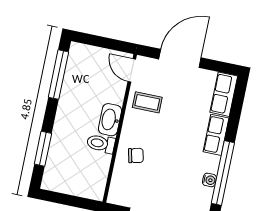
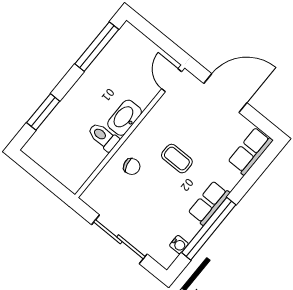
coffee table: (147, 102) -> (177, 159), moved
row of seats: (216, 135) -> (209, 203), moved
water cooler: (209, 180) -> (179, 245), moved

